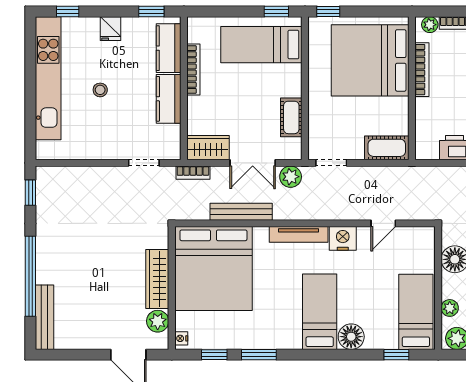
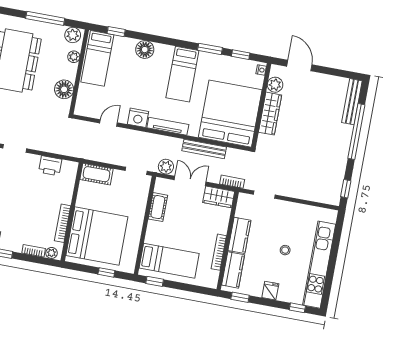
window: (328, 12) -> (106, 272), moved
bed: (320, 312) -> (182, 74), moved

